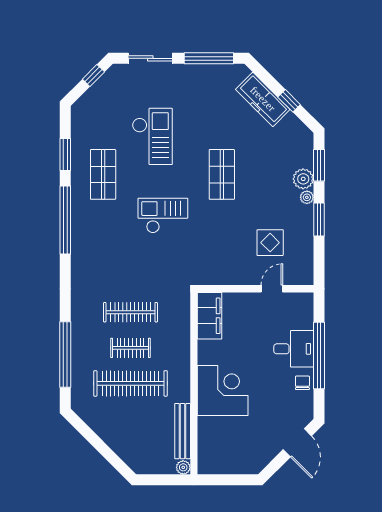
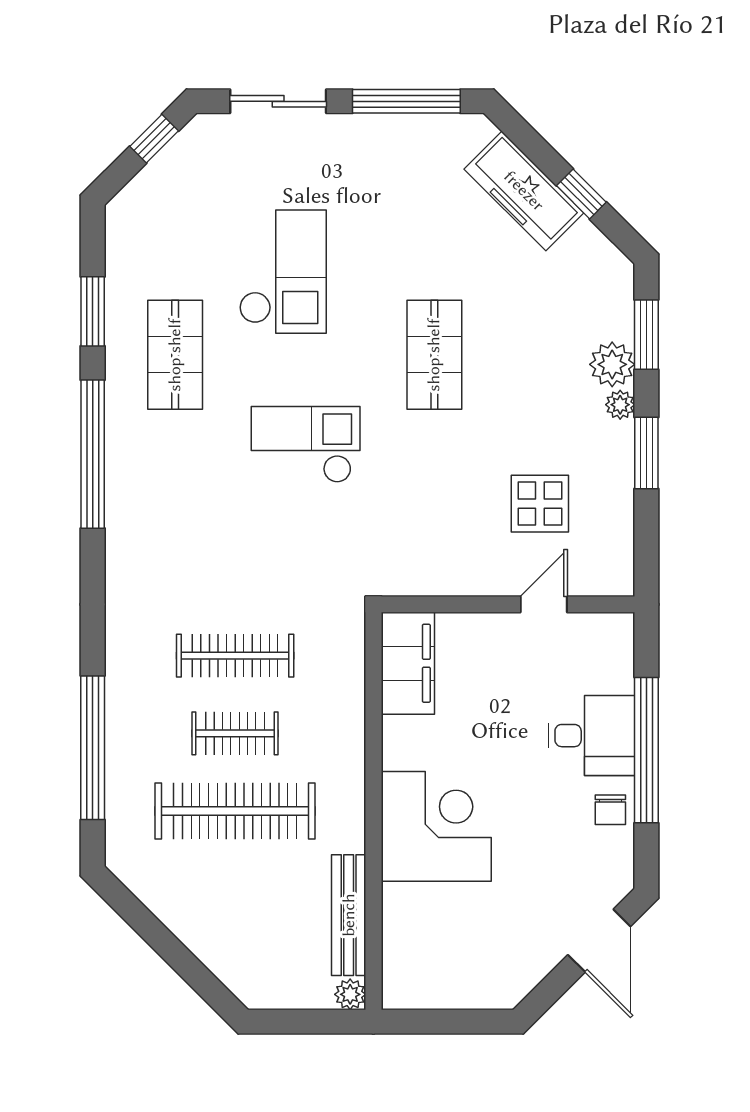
chair: (302, 383) -> (610, 810), turned 180

